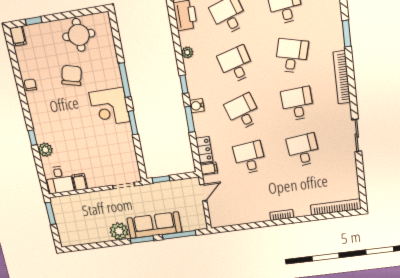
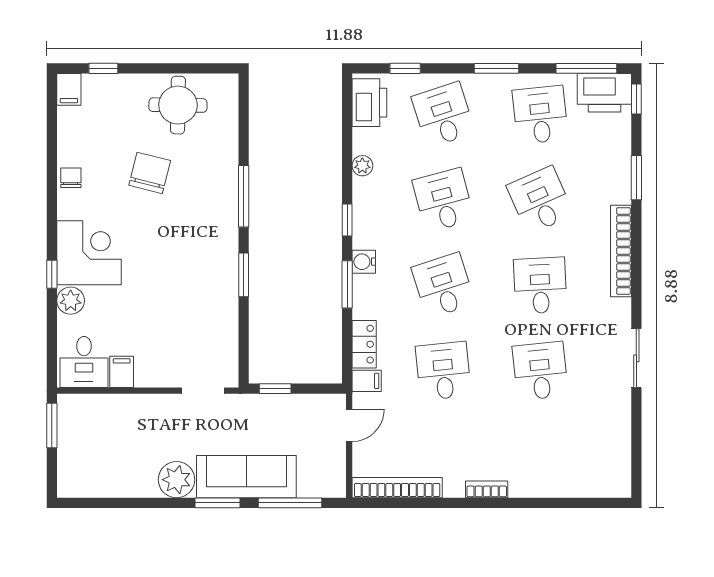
desk: (292, 56) -> (540, 200), turned -39
corner desk: (109, 107) -> (89, 253), moved, turned 180
bookcase: (336, 207) -> (397, 488), moved

